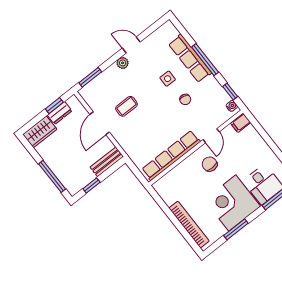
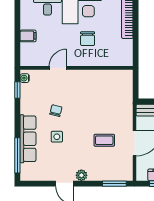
window: (205, 60) -> (17, 155), moved
filing cabinet: (241, 123) -> (28, 36), moved
row of seats: (171, 155) -> (100, 77), removed
chair: (210, 164) -> (88, 39), moved

